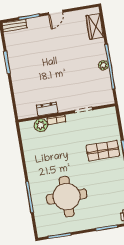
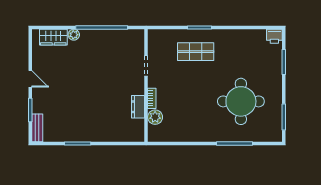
plant: (103, 65) -> (74, 35), moved
shop shelf: (103, 151) -> (196, 52), turned 90

